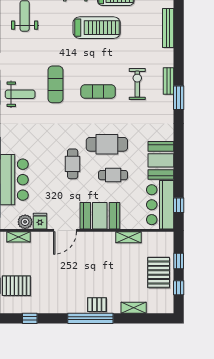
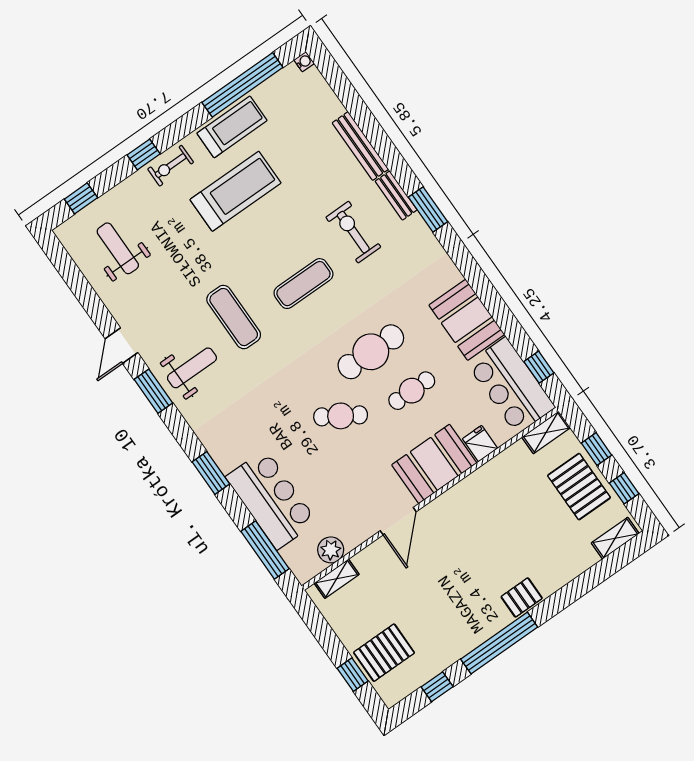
bench: (168, 28) -> (360, 146), moved
cafe table: (73, 164) -> (341, 416), turned -58
fridge: (40, 221) -> (480, 444), moved
shelving: (129, 237) -> (546, 432), moved
shelving: (134, 308) -> (615, 538), moved
window: (90, 318) -> (499, 643), moved

